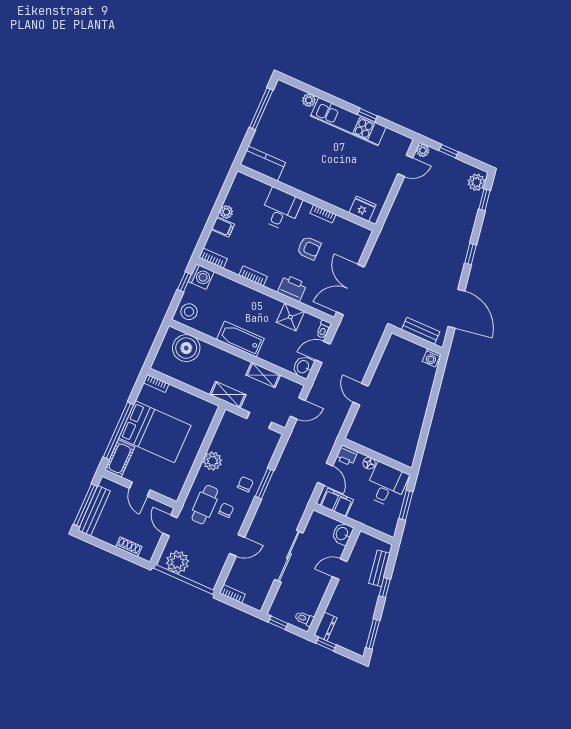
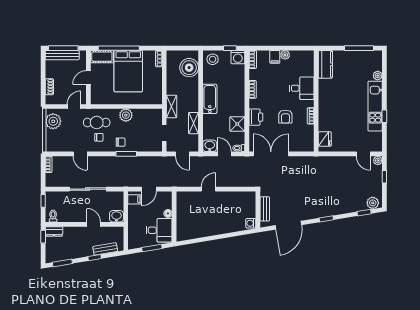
printer: (347, 455) -> (166, 197), removed
filing cabinet: (337, 503) -> (134, 199), width x0.50

